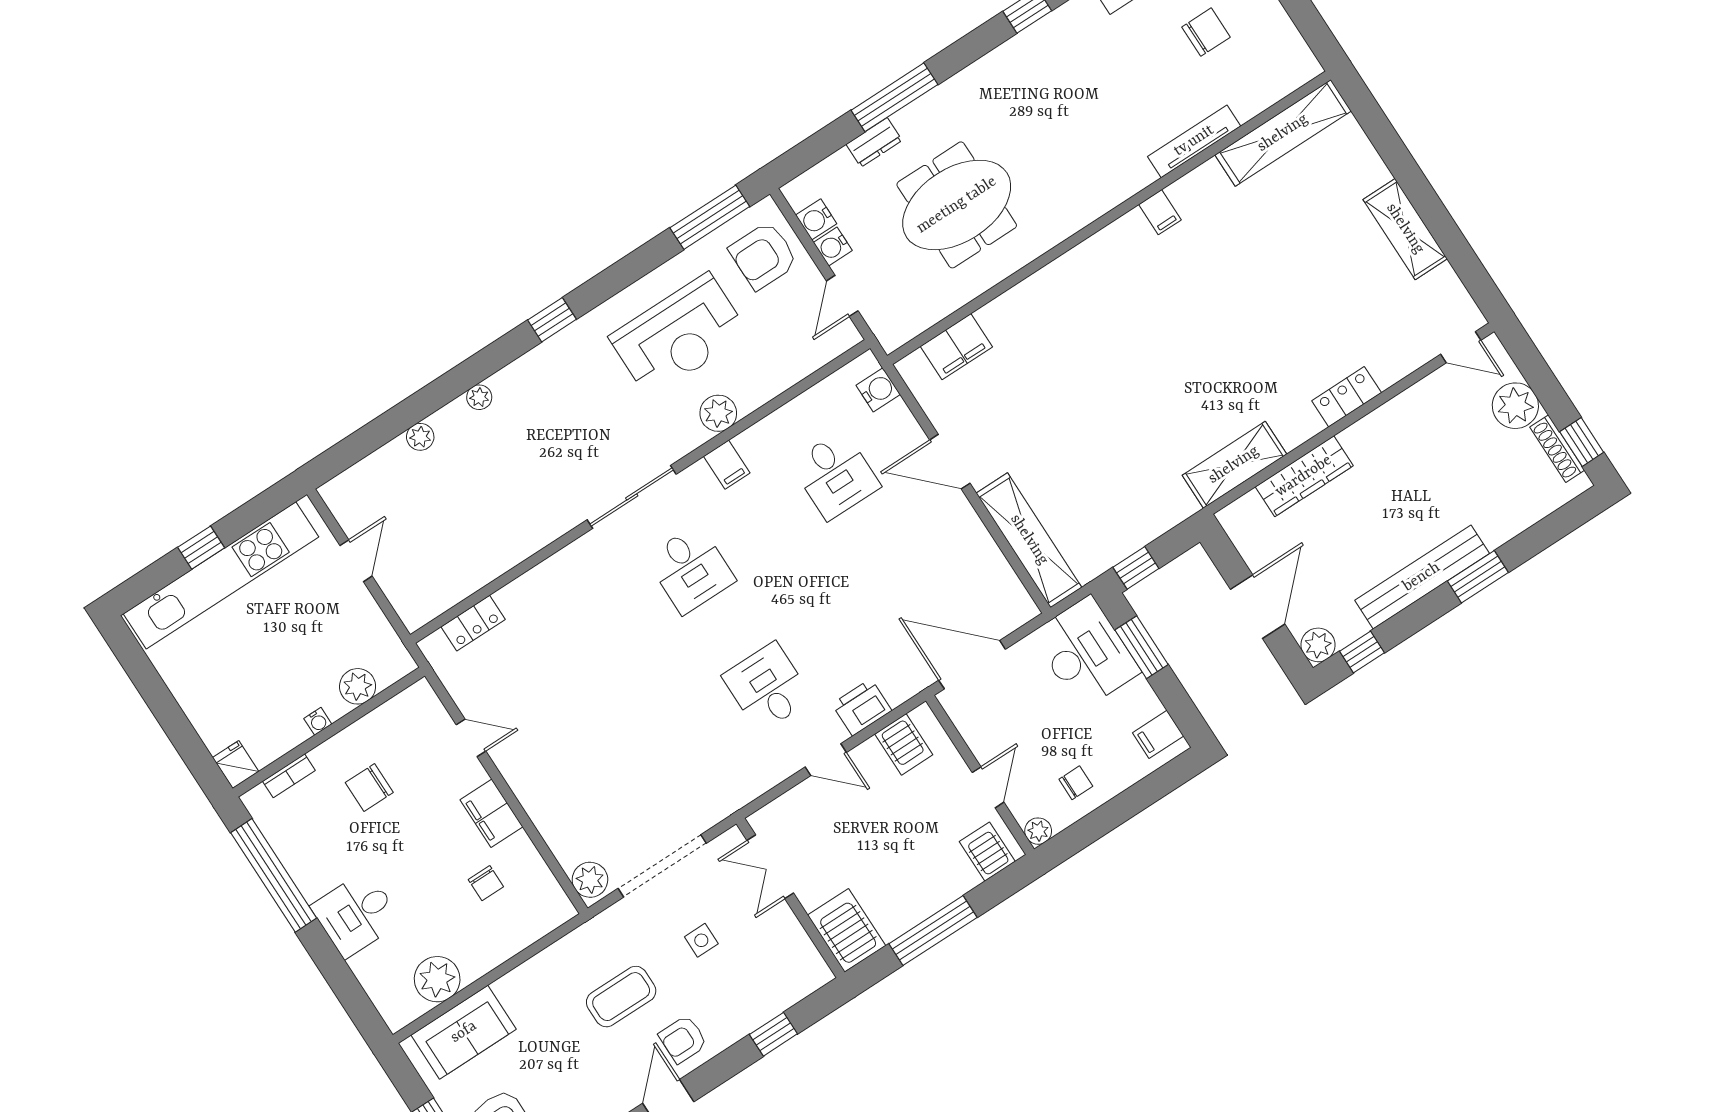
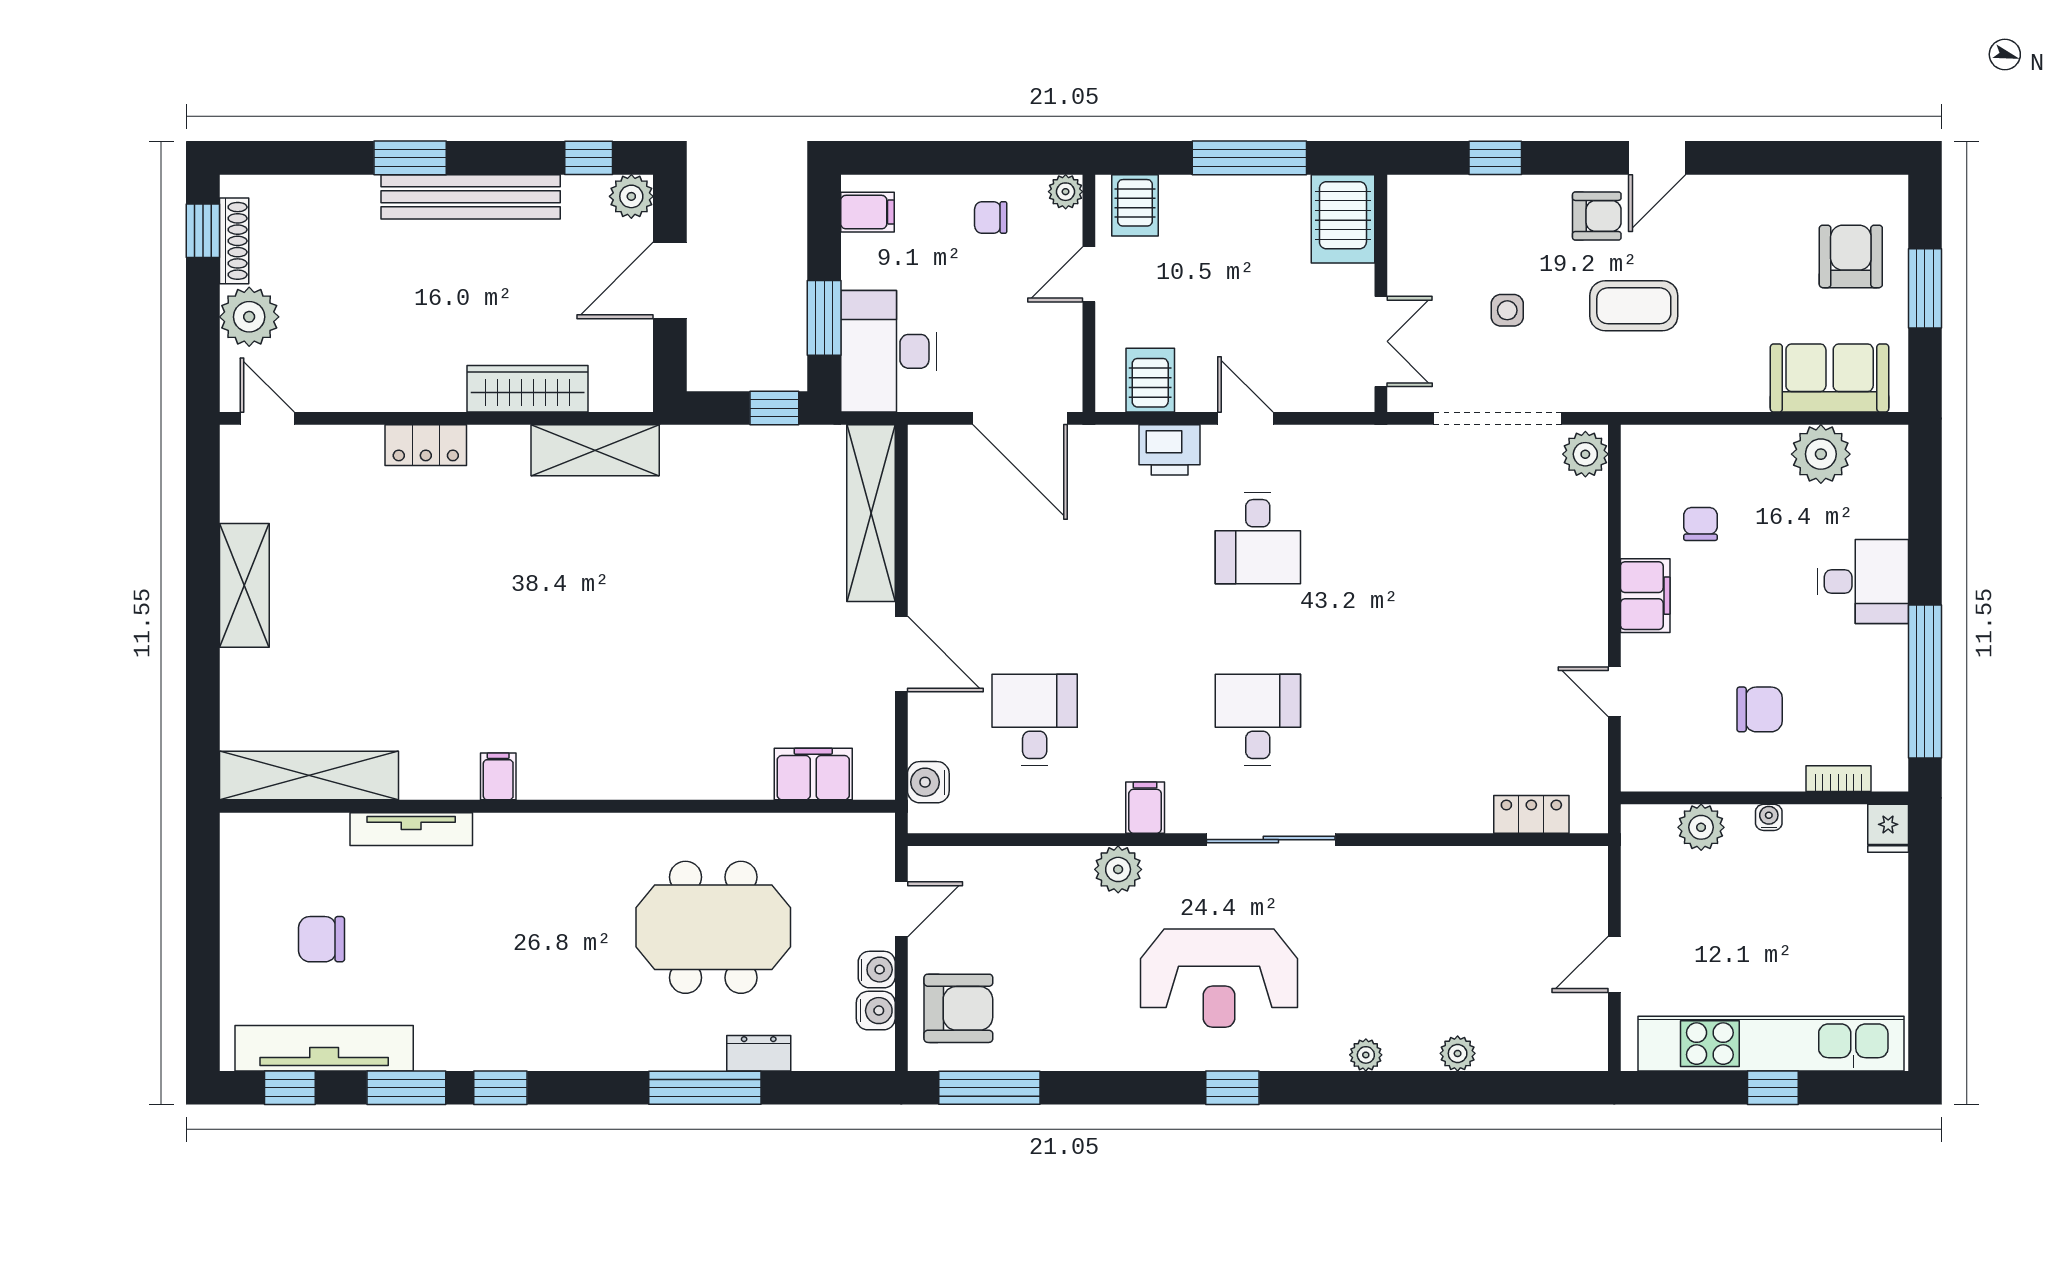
reception desk: (679, 335) -> (1219, 978), moved, turned 180

